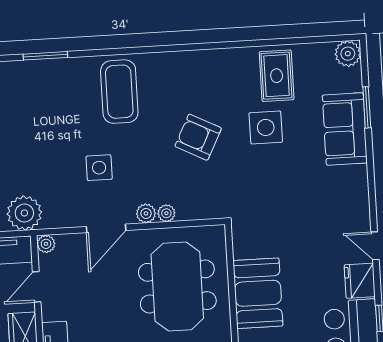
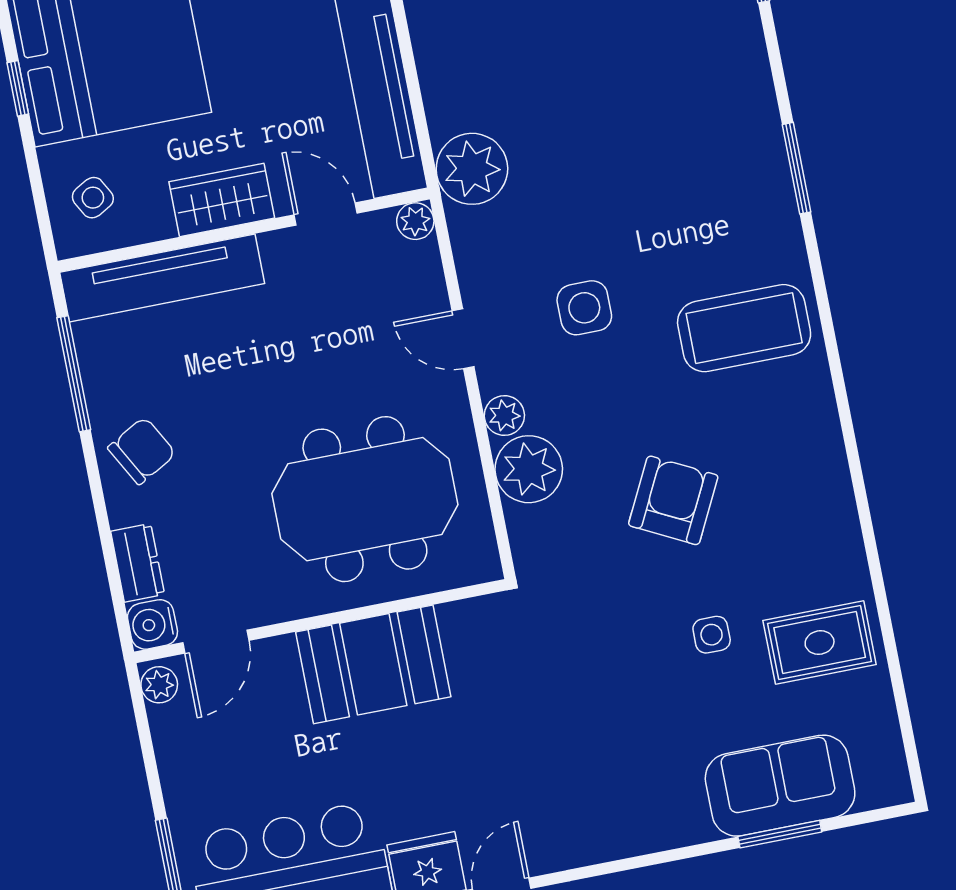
plant: (348, 54) -> (884, 781), removed
side table: (266, 127) -> (712, 635), width x0.54, depth x0.54
sofa: (345, 129) -> (780, 786), moved
plant: (166, 213) -> (529, 469), width x1.88, depth x1.88
door: (106, 228) -> (463, 339), width x0.73

